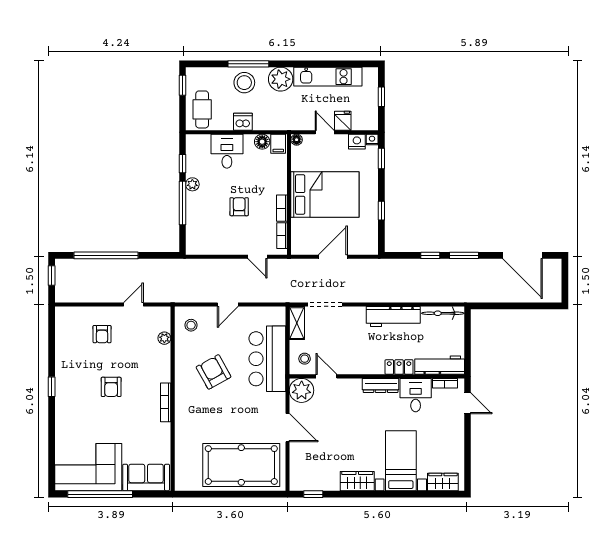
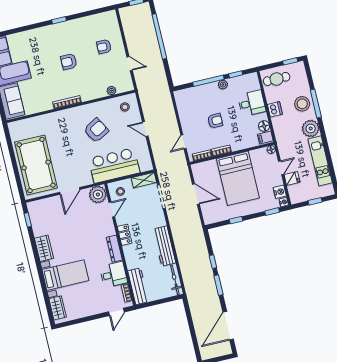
locker: (399, 367) -> (125, 235), moved

